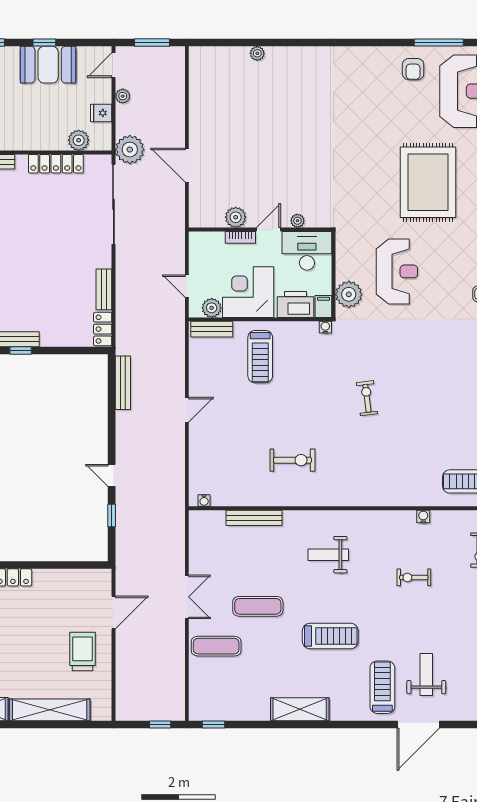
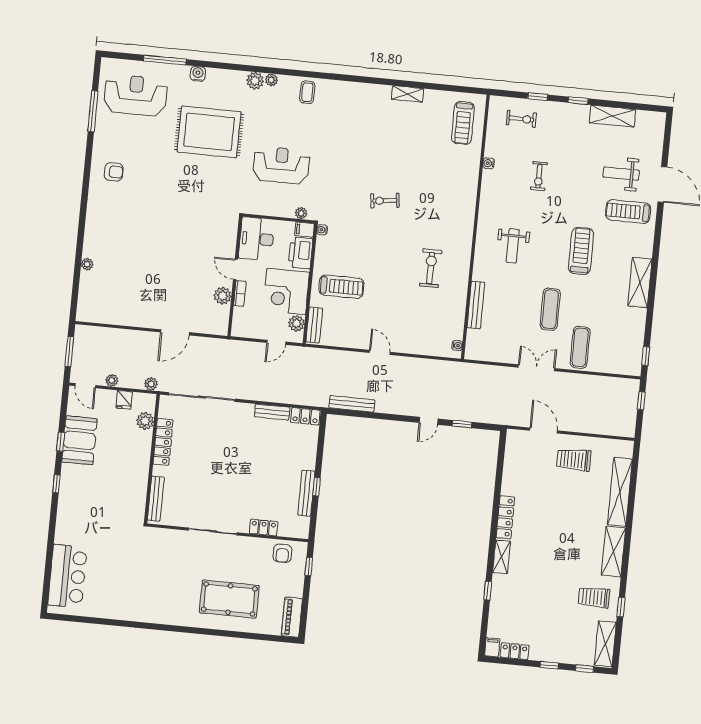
armchair: (413, 69) -> (114, 172), moved
plant: (130, 150) -> (151, 384), width x0.53, depth x0.53
plant: (297, 221) -> (231, 244), removed
plant: (349, 294) -> (301, 213), width x0.53, depth x0.53

